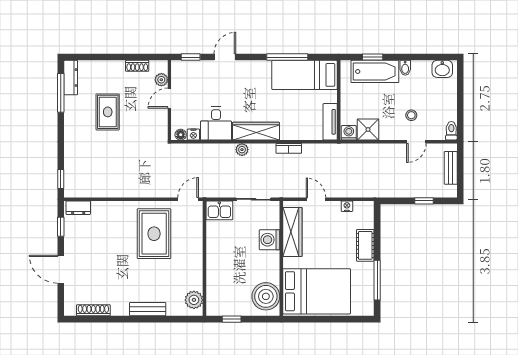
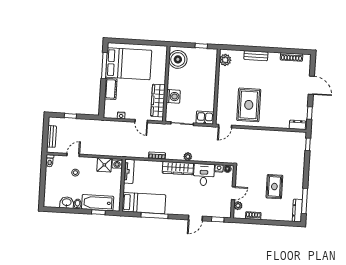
washbasin: (442, 69) -> (67, 203), moved
bed: (317, 291) -> (129, 64), moved, turned 180

